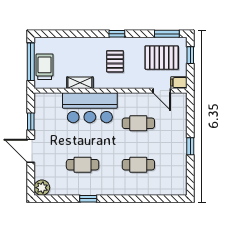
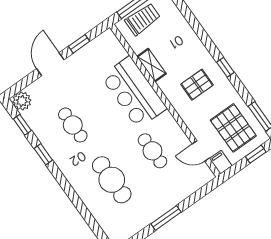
door: (162, 91) -> (201, 151), hinge flipped
window: (190, 146) -> (166, 218), width x1.50
cafe table: (138, 165) -> (112, 180), width x1.37, depth x1.35
window: (58, 199) -> (22, 125), added

